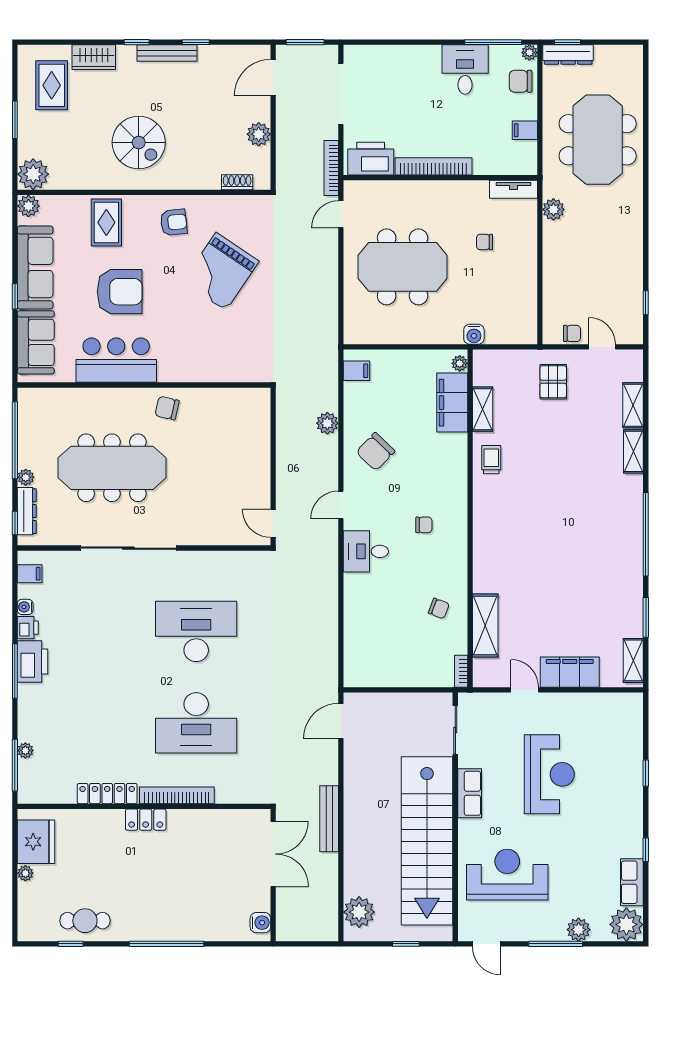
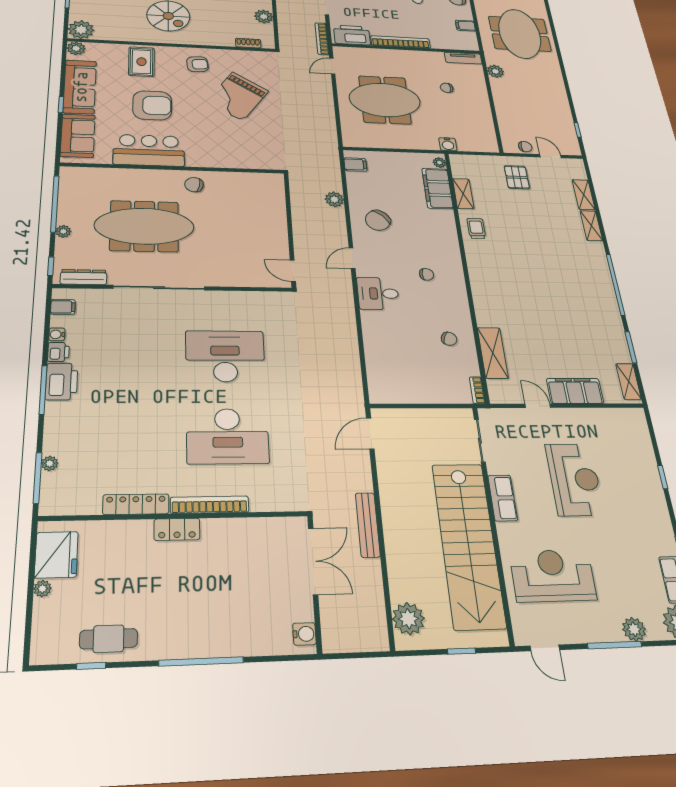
dresser: (27, 511) -> (84, 277), moved, turned -90

